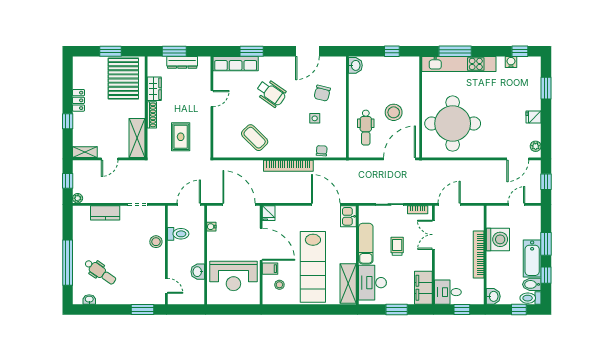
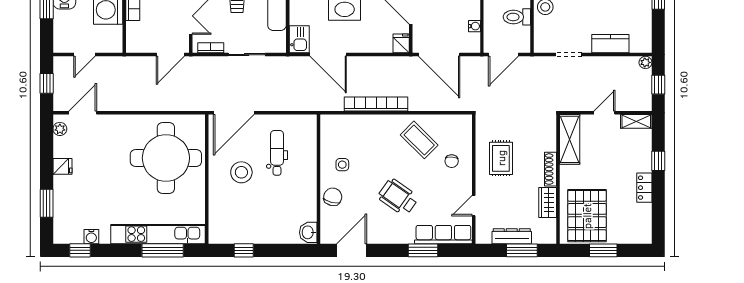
washbasin: (355, 65) -> (308, 232), moved
door: (212, 99) -> (474, 206), moved
wall: (347, 107) -> (318, 179), moved
rug: (181, 137) -> (501, 158), moved
chair: (322, 151) -> (452, 161), moved

